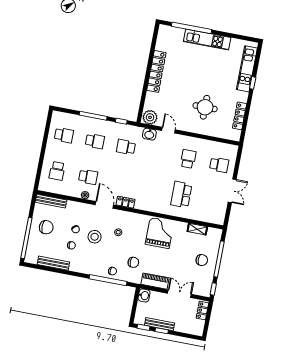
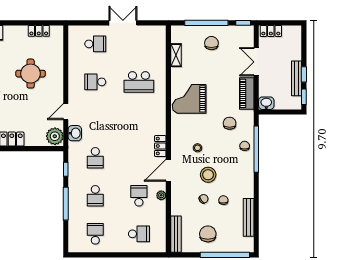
locker: (240, 116) -> (39, 31), width x0.66
school desk: (95, 141) -> (95, 196), turned 180
school desk: (219, 165) -> (95, 44), turned 90

